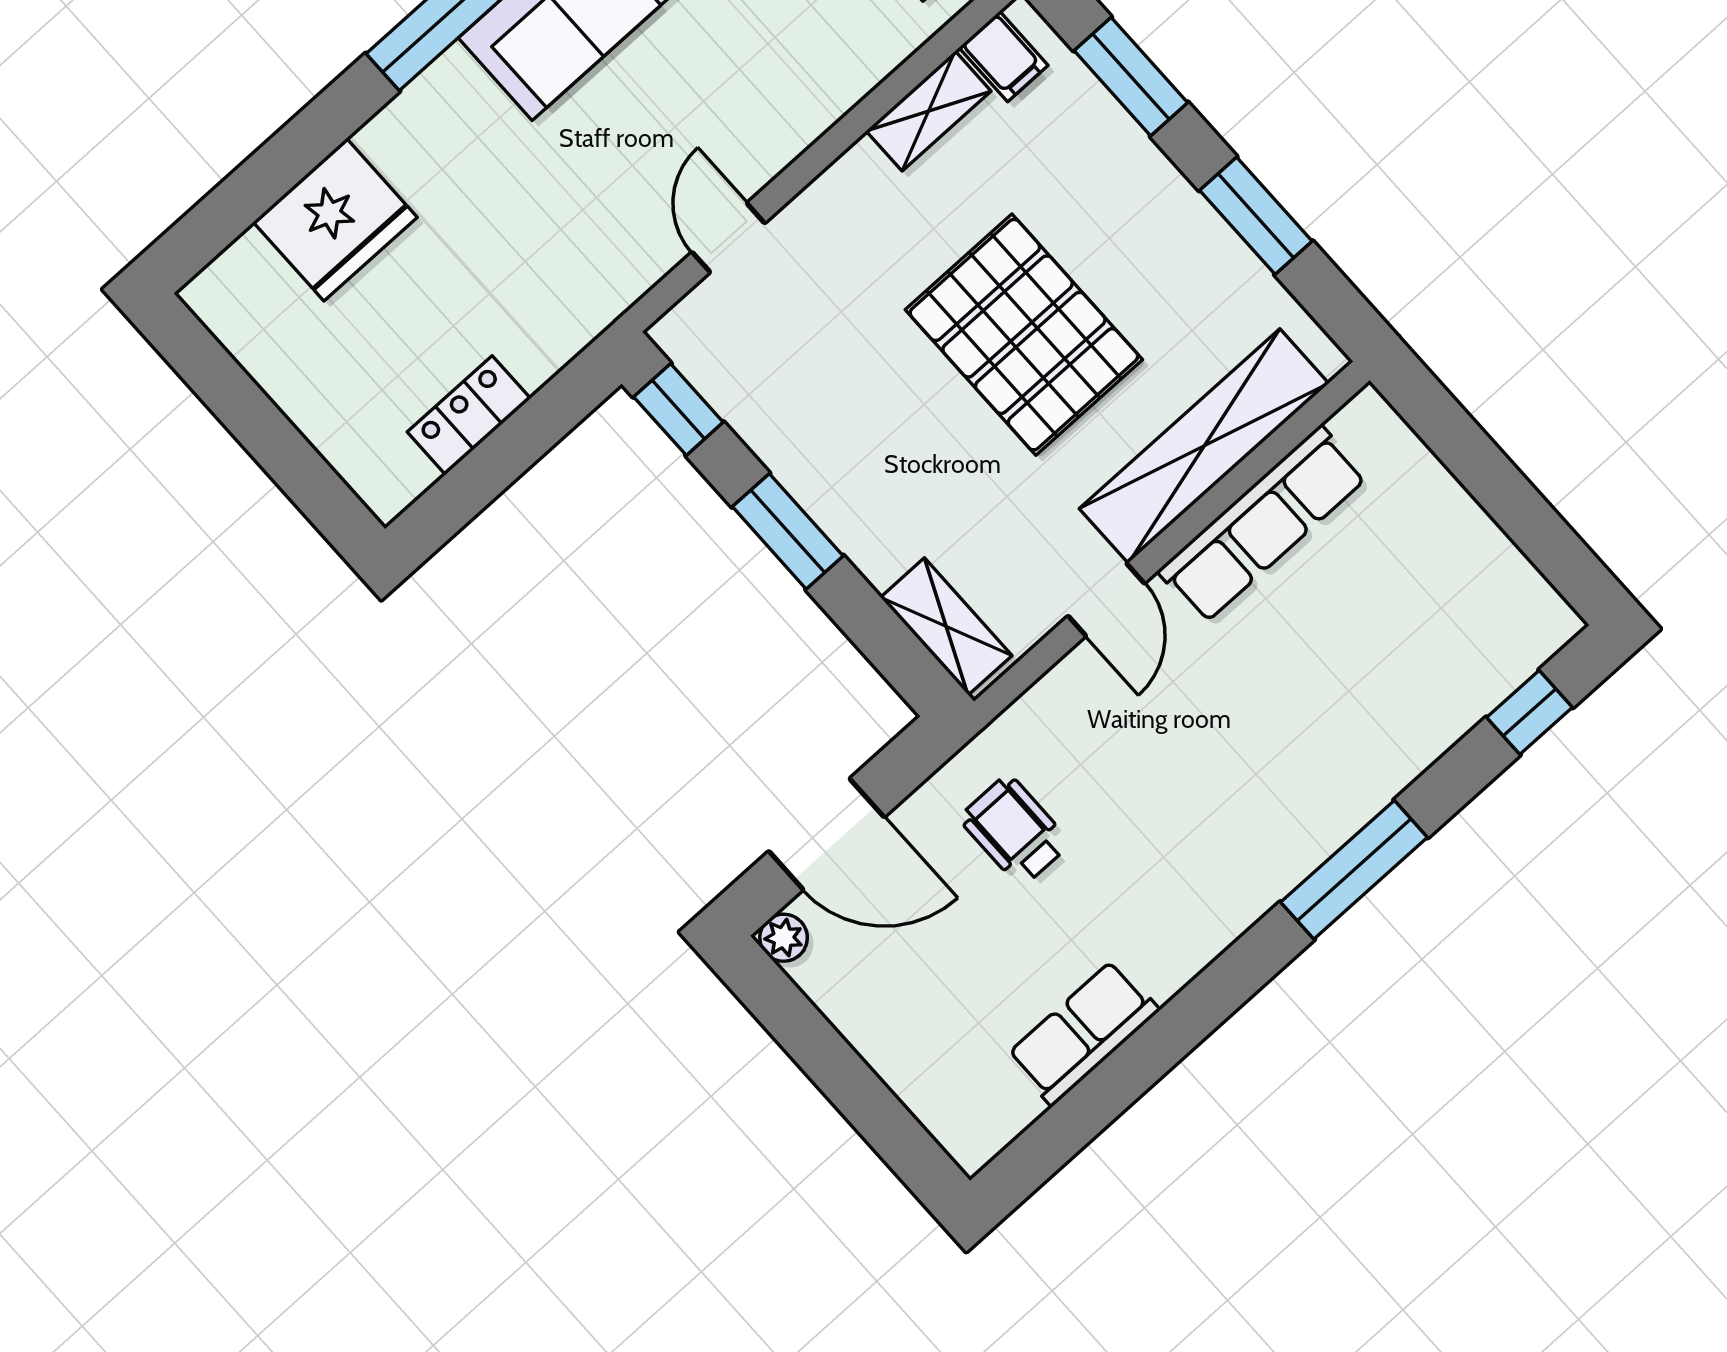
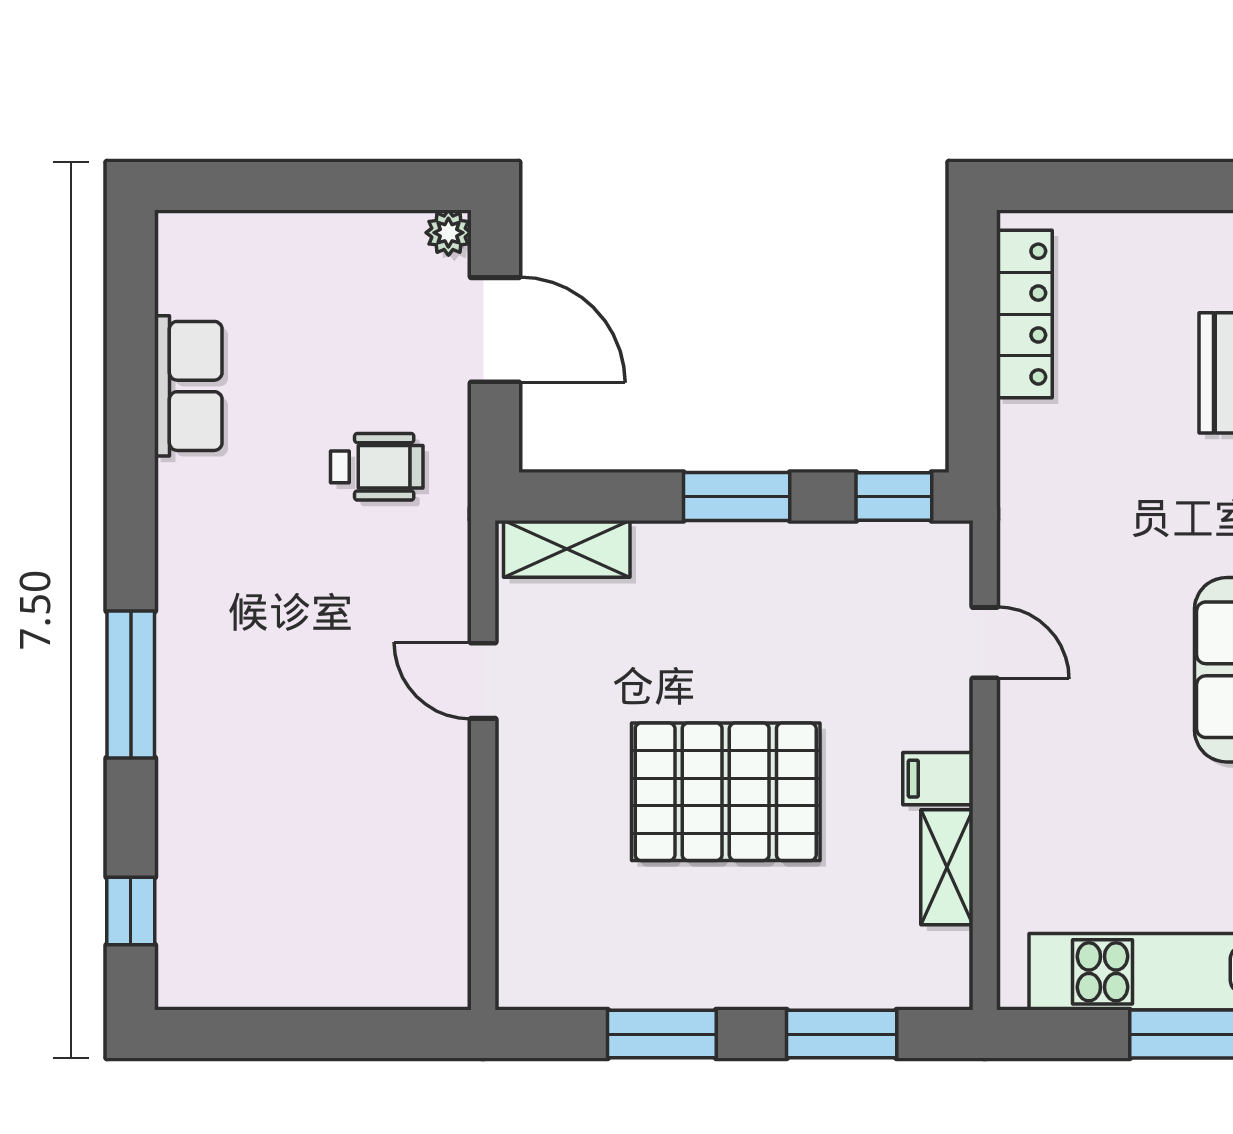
filing cabinet: (1004, 56) -> (938, 779), moved
locker: (469, 415) -> (1024, 314), width x1.53
shelving: (1204, 446) -> (530, 849), removed
row of seats: (1262, 524) -> (437, 841), removed
door: (826, 834) -> (495, 330), swing flipped

